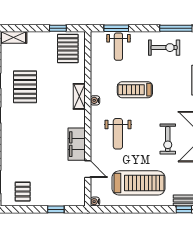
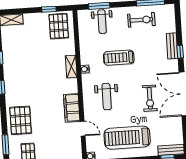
pallet: (25, 87) -> (20, 120), moved
treadmill: (138, 183) -> (127, 138), turned 180

